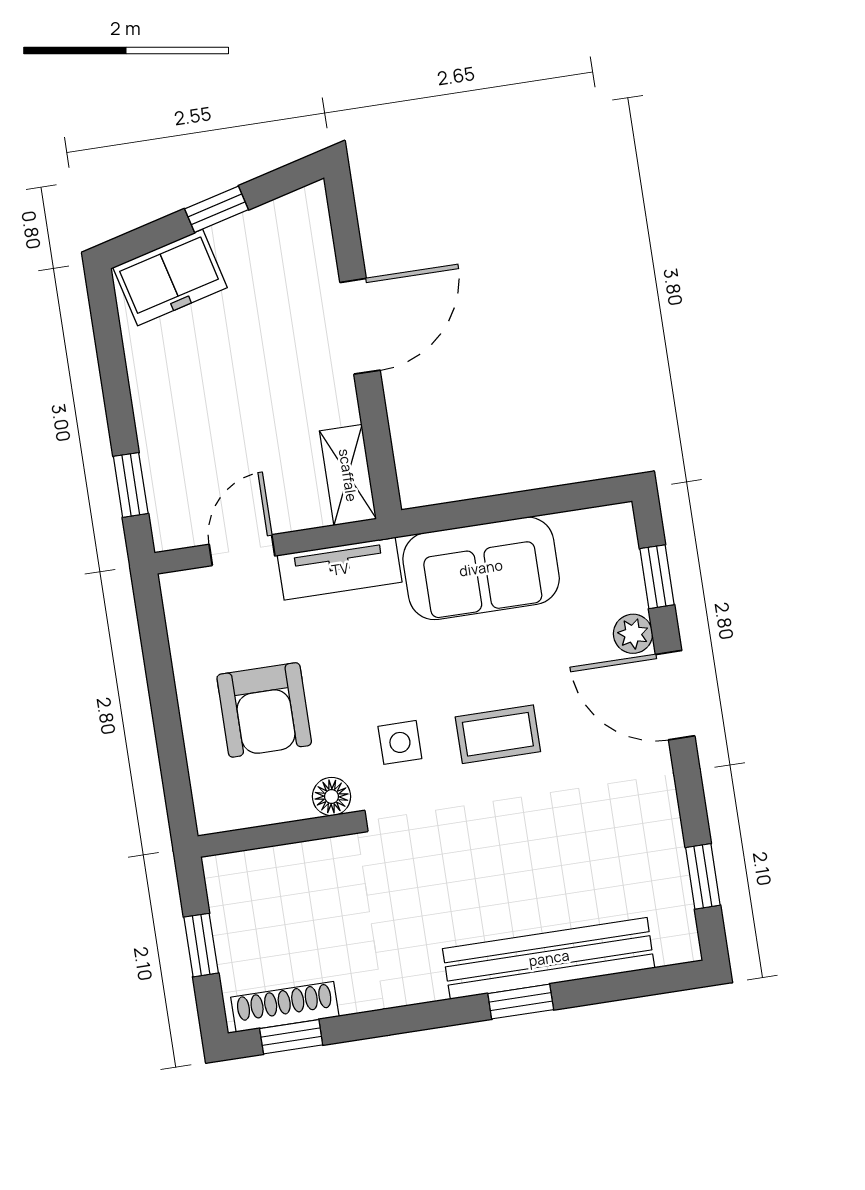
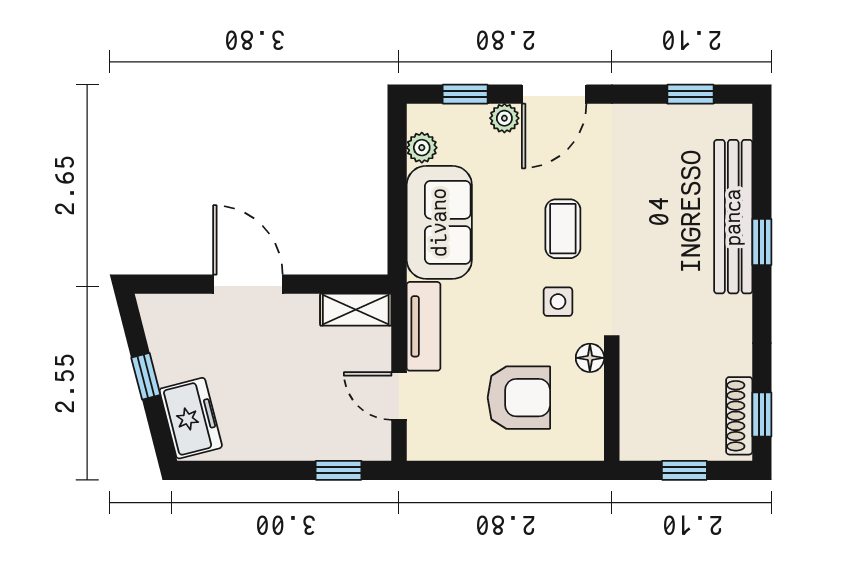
plant: (577, 530) -> (422, 148), added

